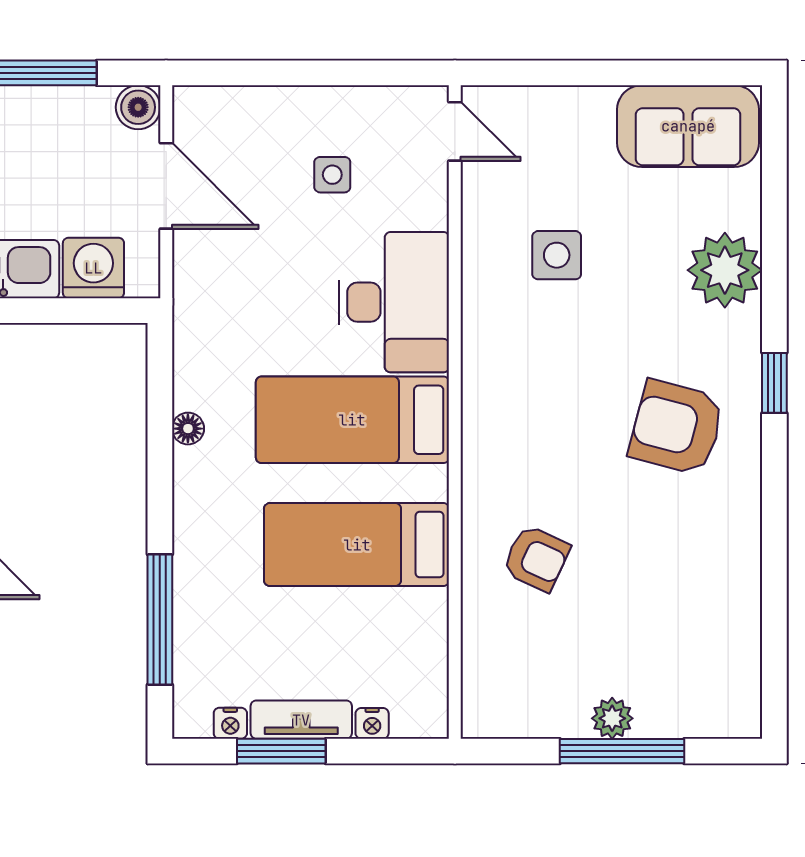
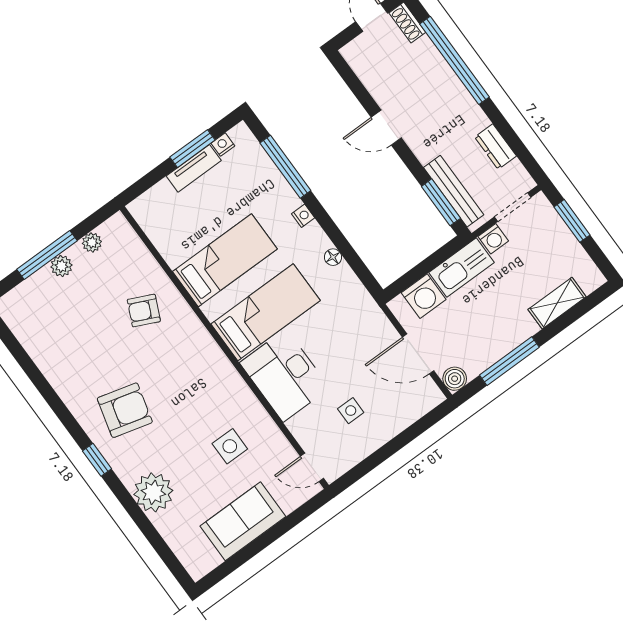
sofa: (688, 126) -> (243, 521), moved
plant: (540, 720) -> (92, 242), added
nightstand: (372, 723) -> (303, 216), moved, turned 90

